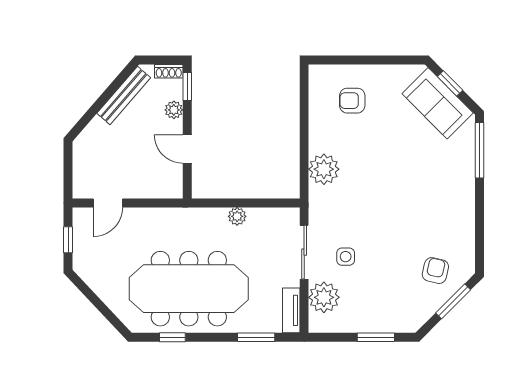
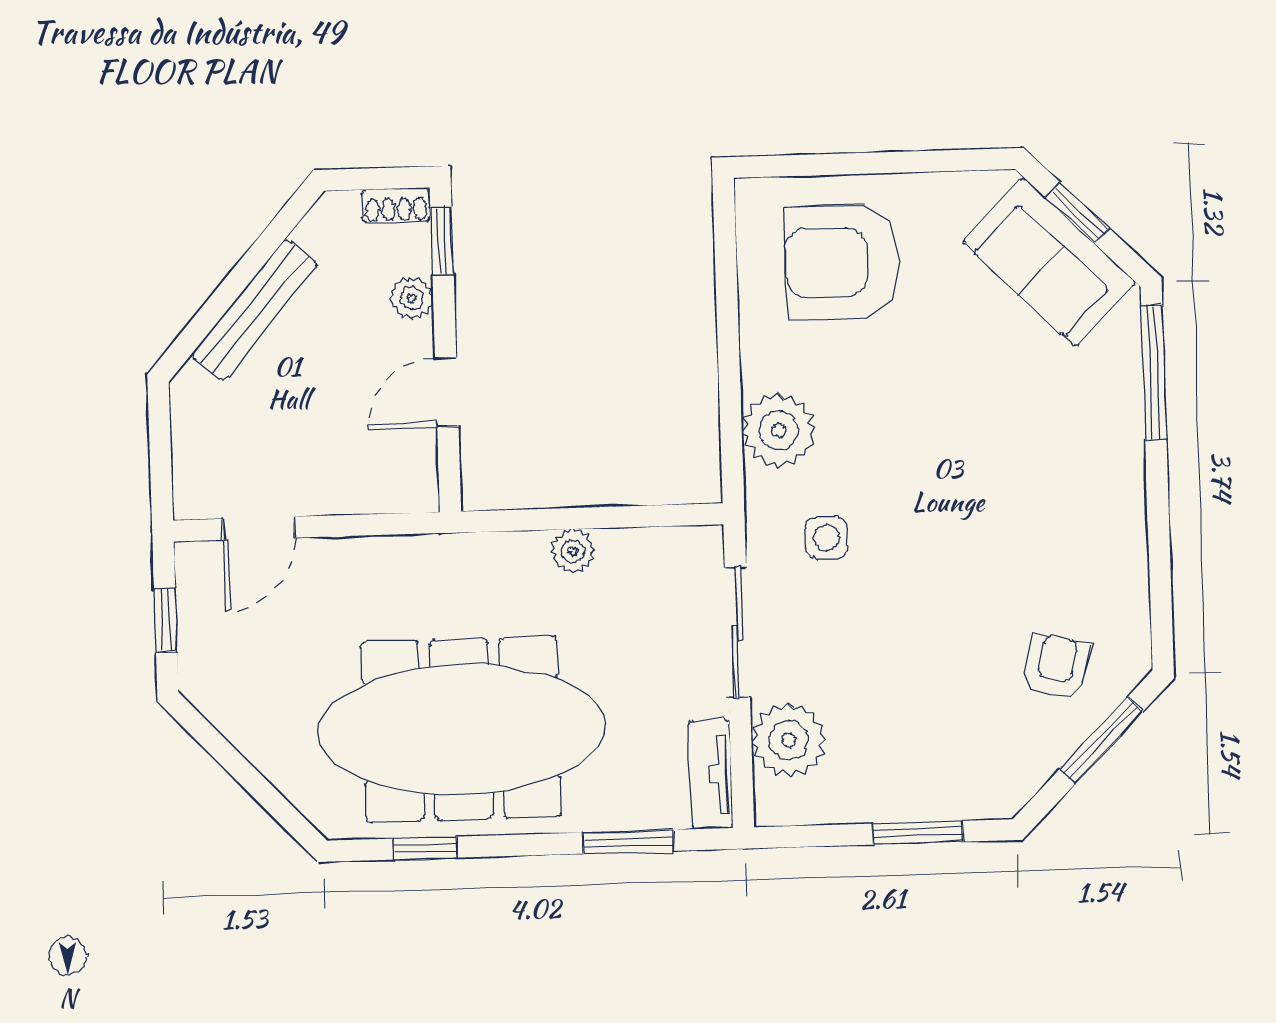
bench: (124, 95) -> (255, 310), moved
armchair: (352, 101) -> (842, 262), width x1.88, depth x1.88
door: (187, 149) -> (447, 392), hinge flipped
side table: (346, 257) -> (827, 538), moved

